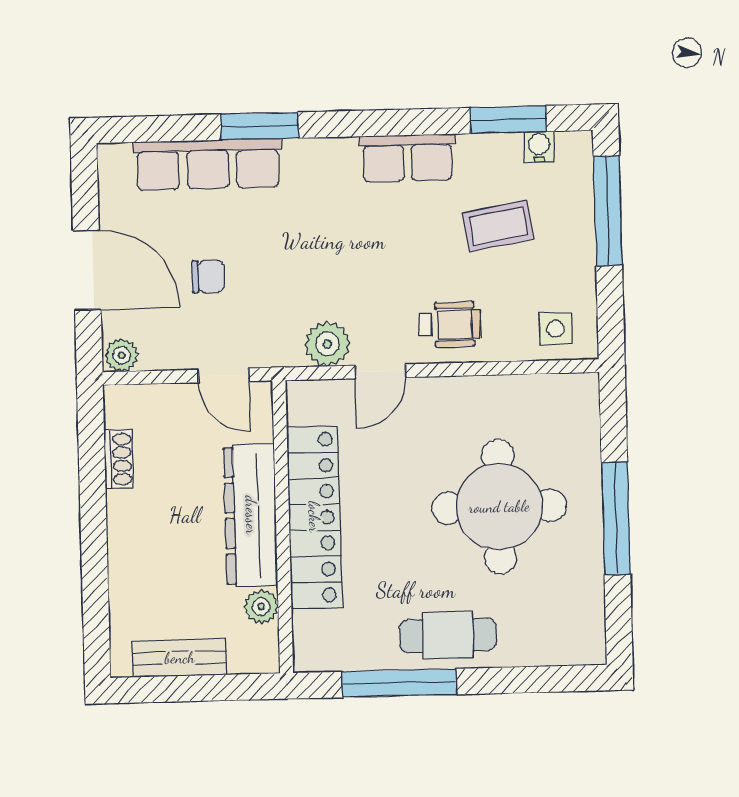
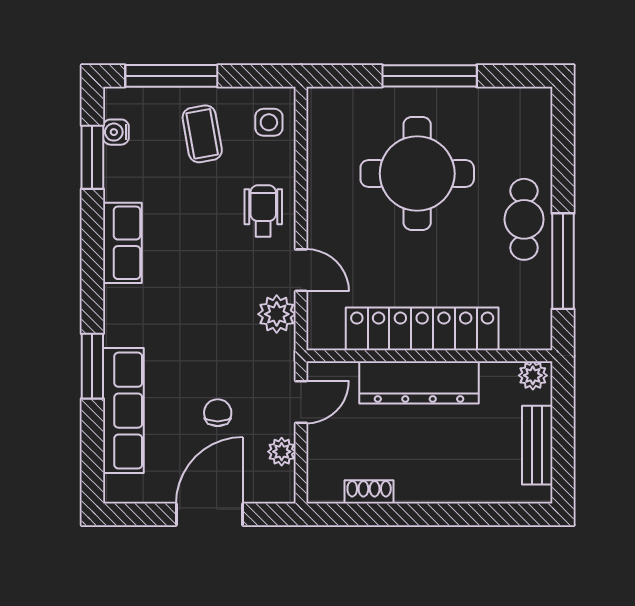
coffee table: (498, 226) -> (202, 134), moved
plant: (122, 355) -> (282, 452), moved
plant: (261, 607) -> (533, 375), moved

